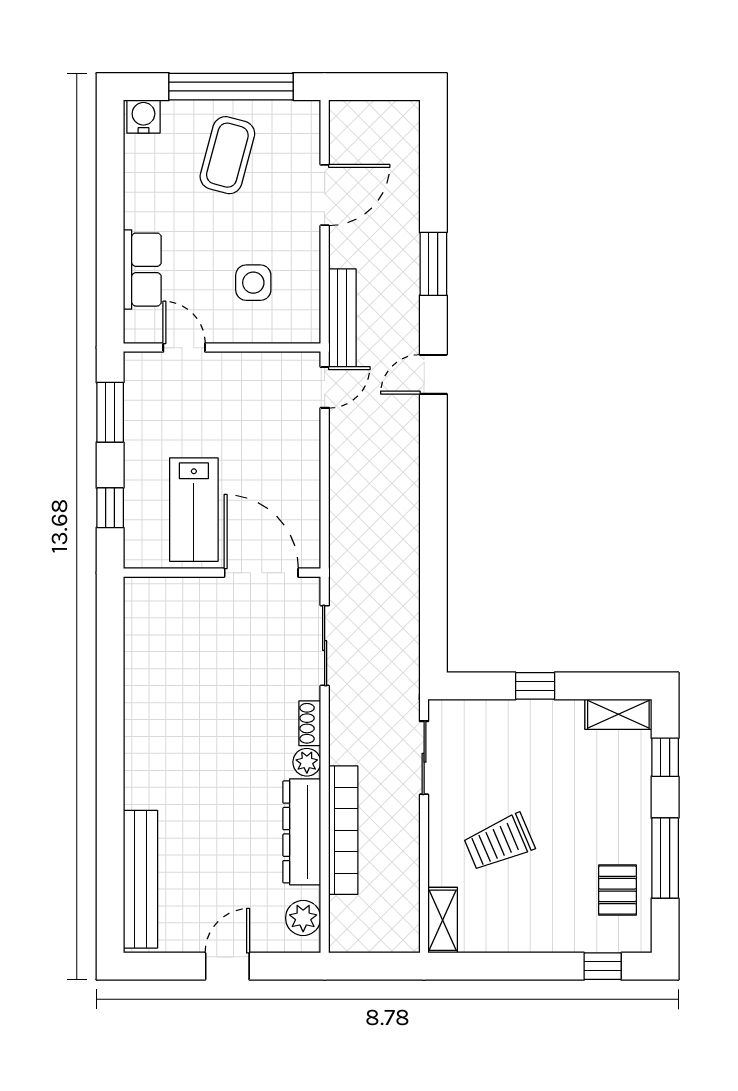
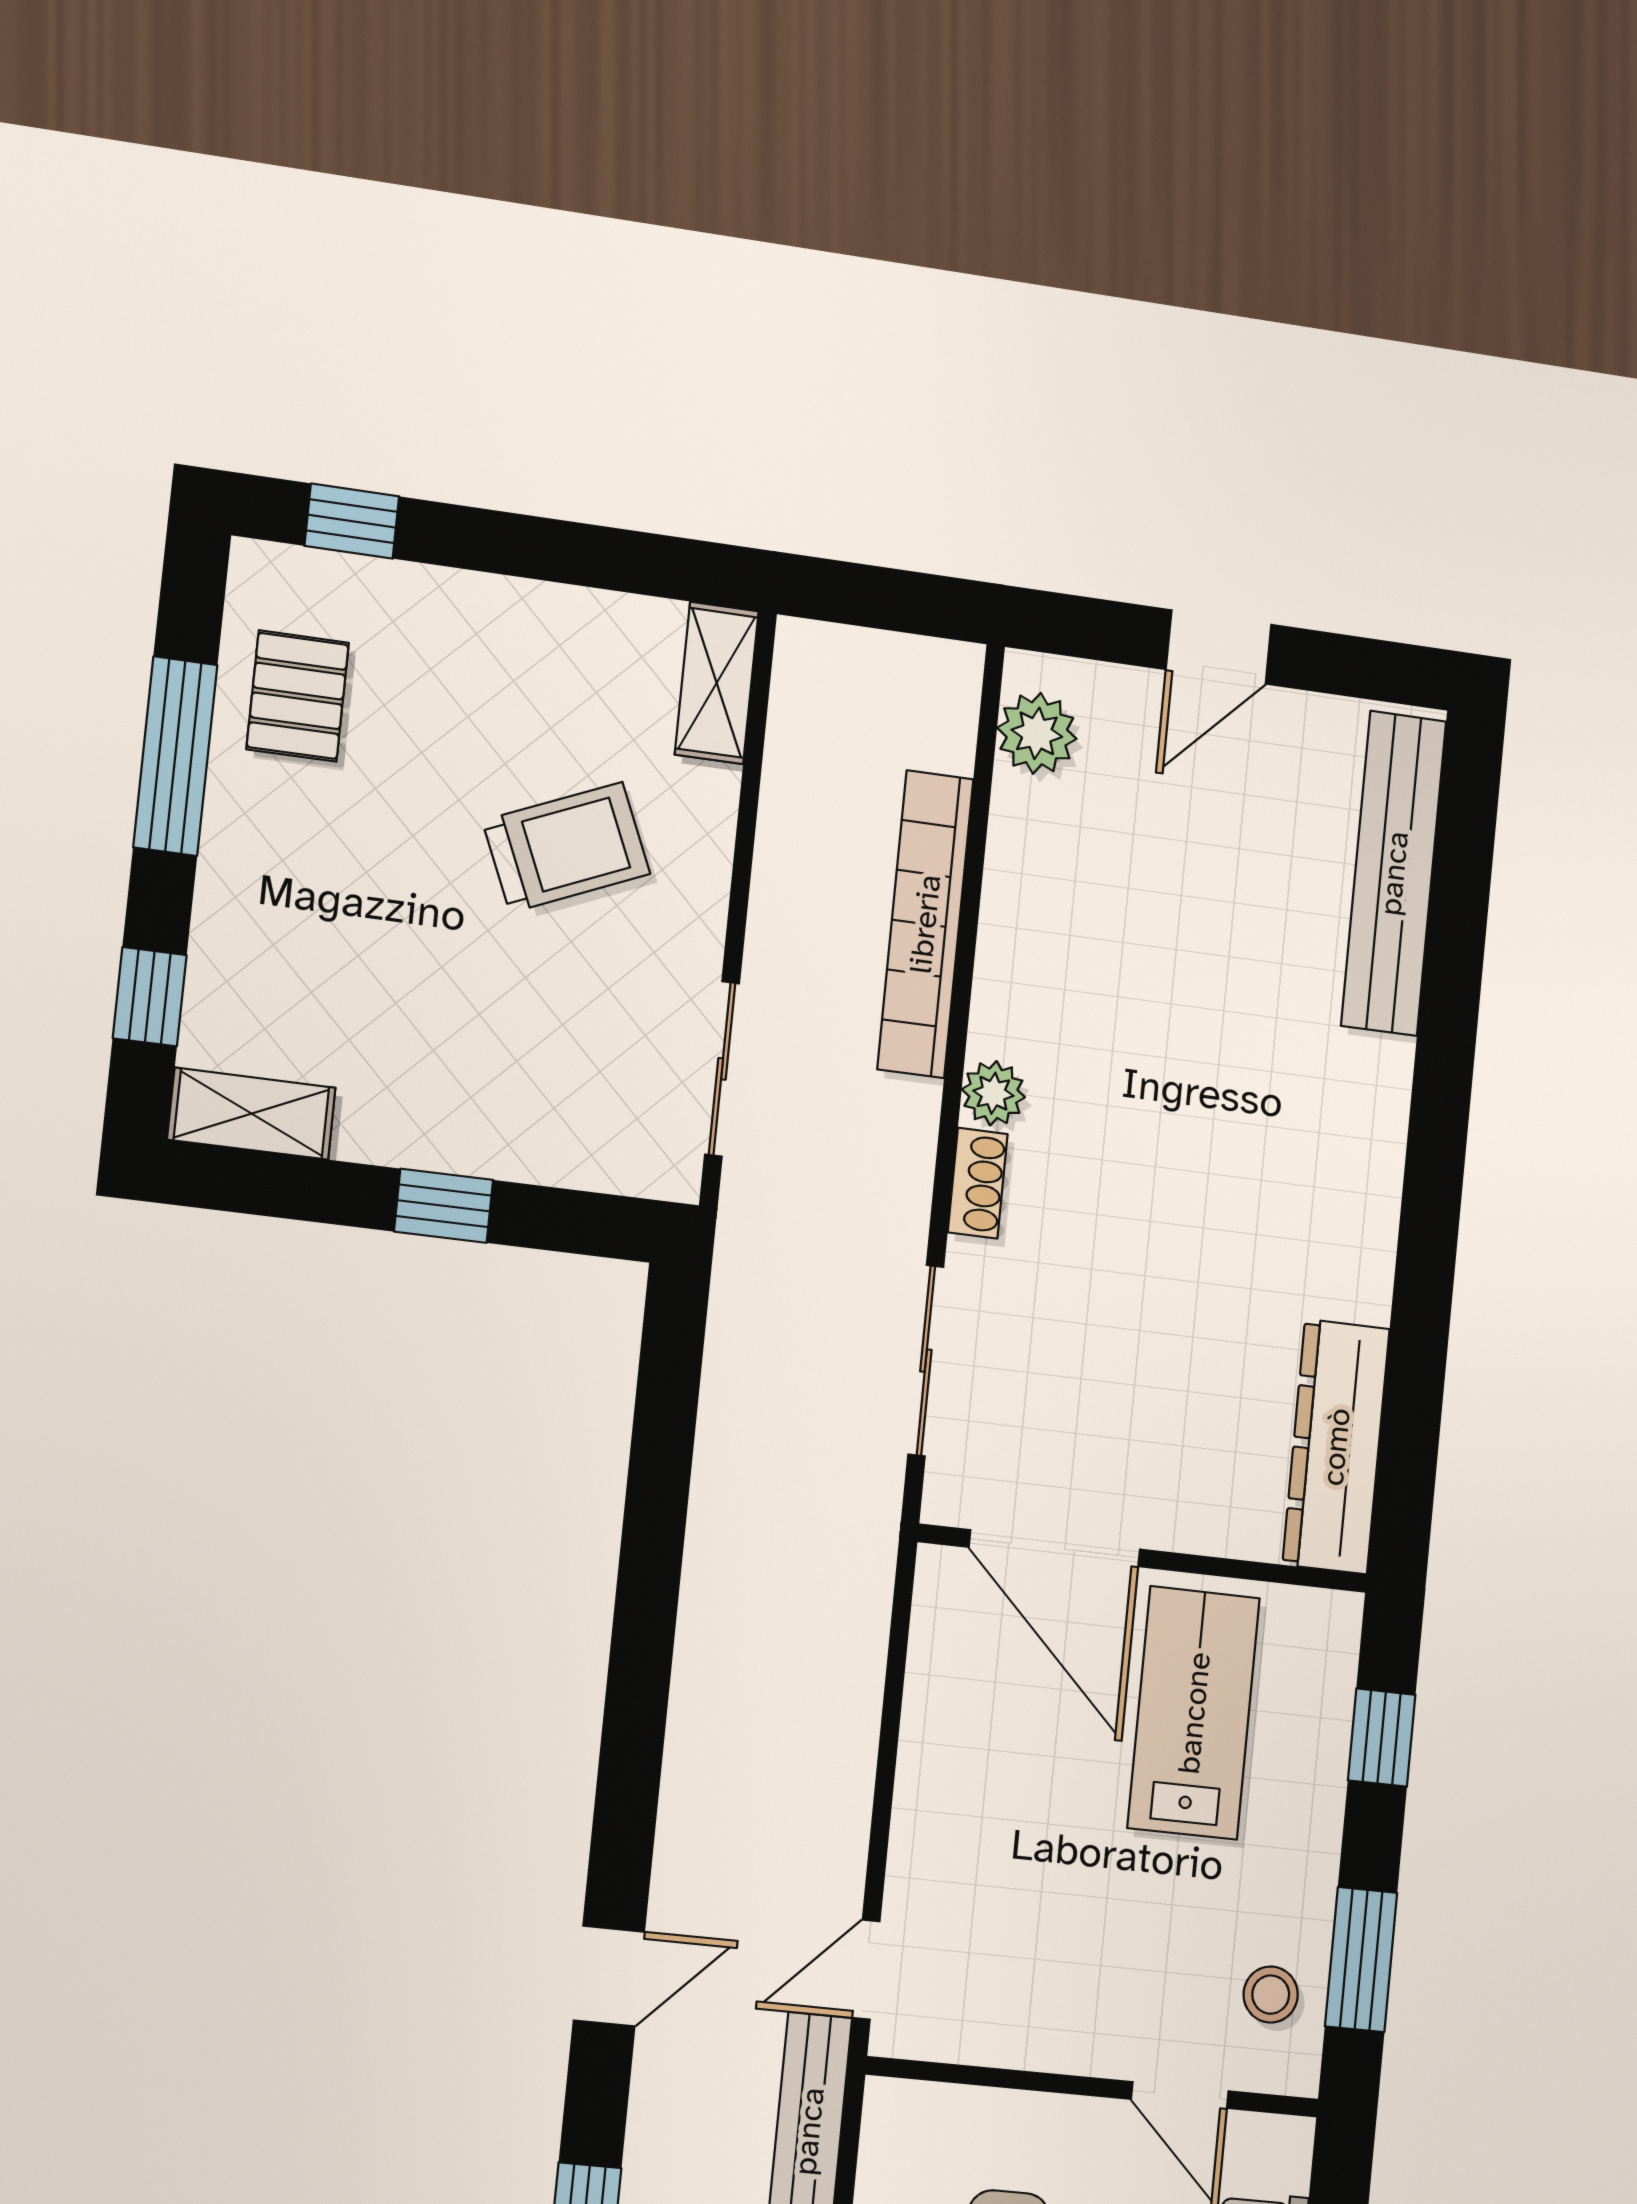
stool: (148, 394) -> (1271, 1995), added
dresser: (302, 832) -> (1336, 1447), moved, turned 180

